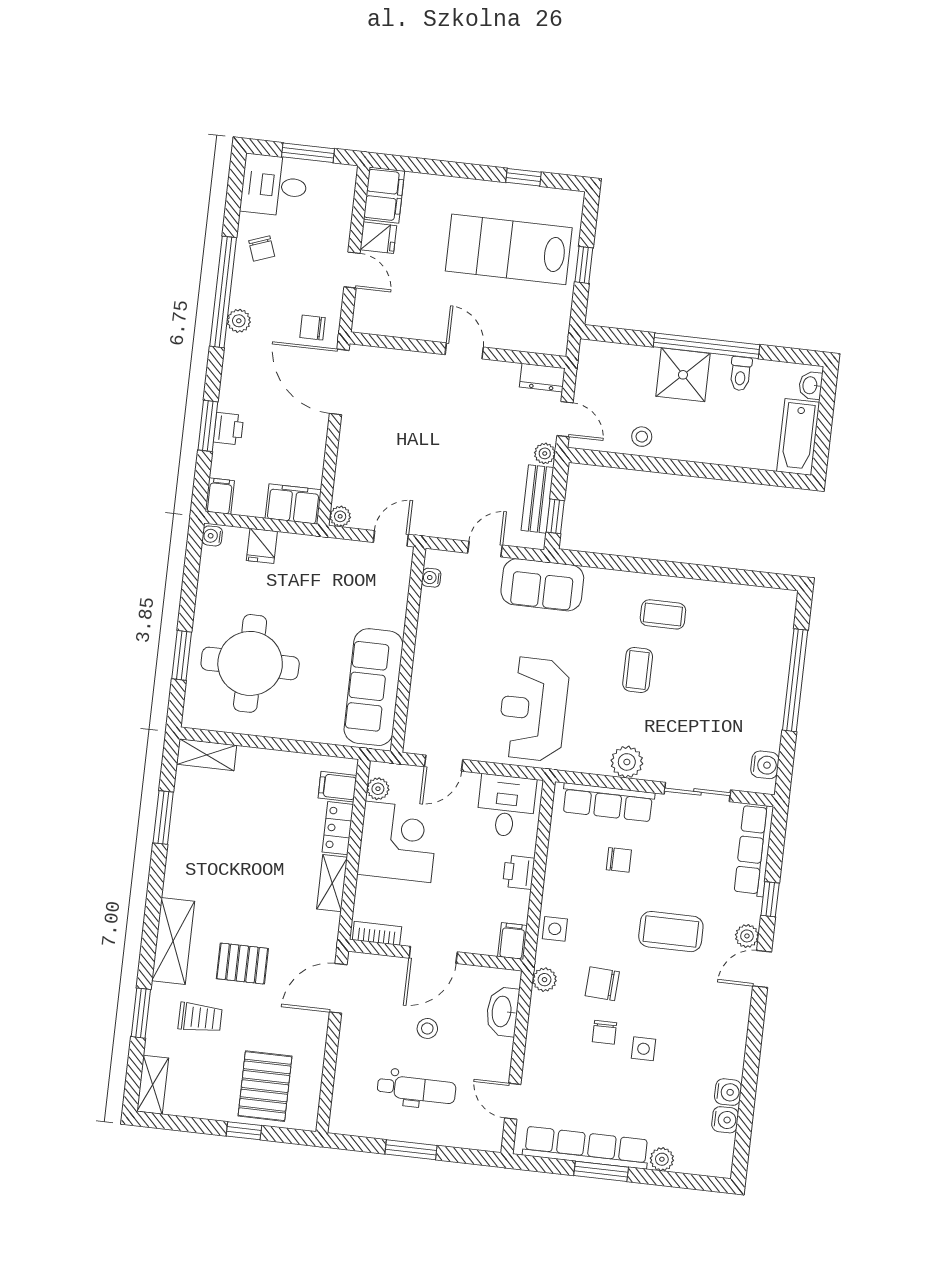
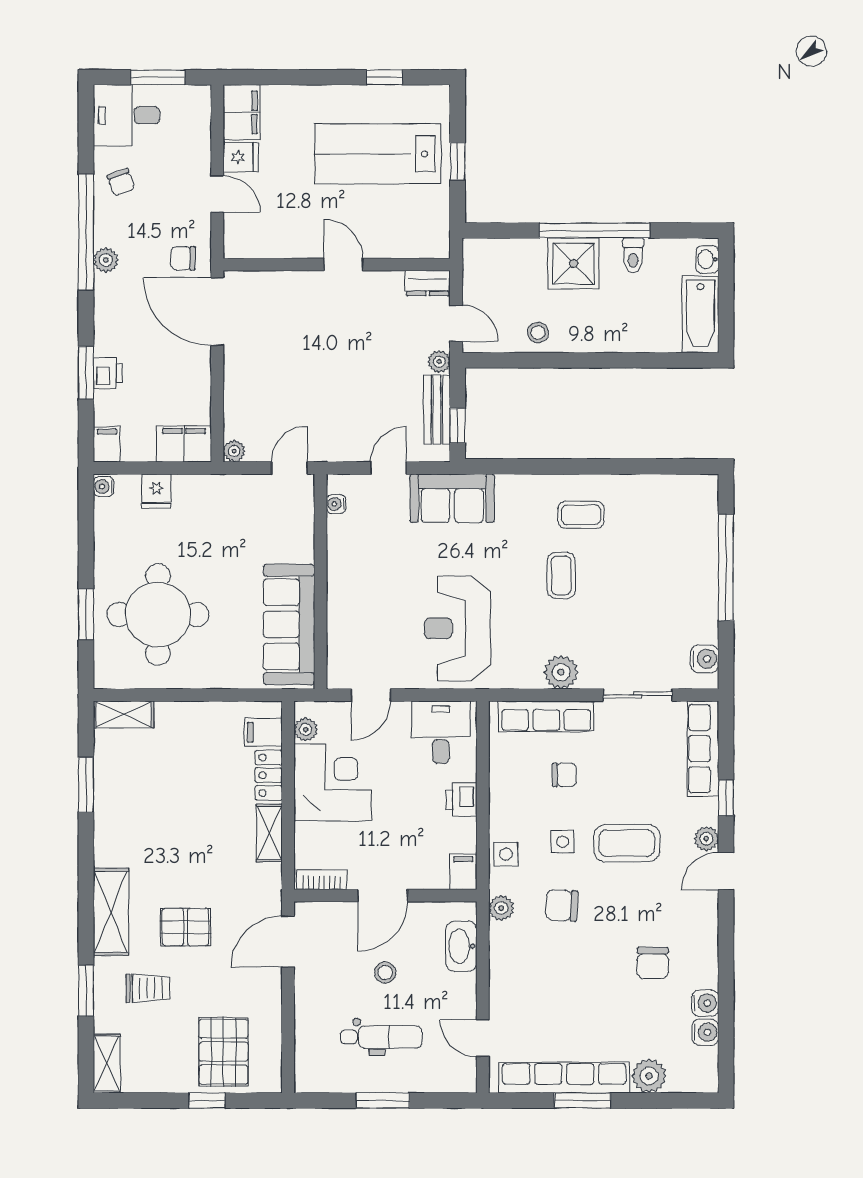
chair: (604, 1032) -> (653, 963), moved, width x1.37, depth x1.37
side table: (644, 1049) -> (563, 842), moved
plant: (662, 1159) -> (649, 1076), width x1.38, depth x1.38

